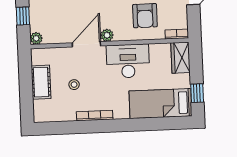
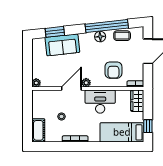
window: (23, 16) -> (28, 67), removed
cot: (41, 82) -> (38, 130), moved

